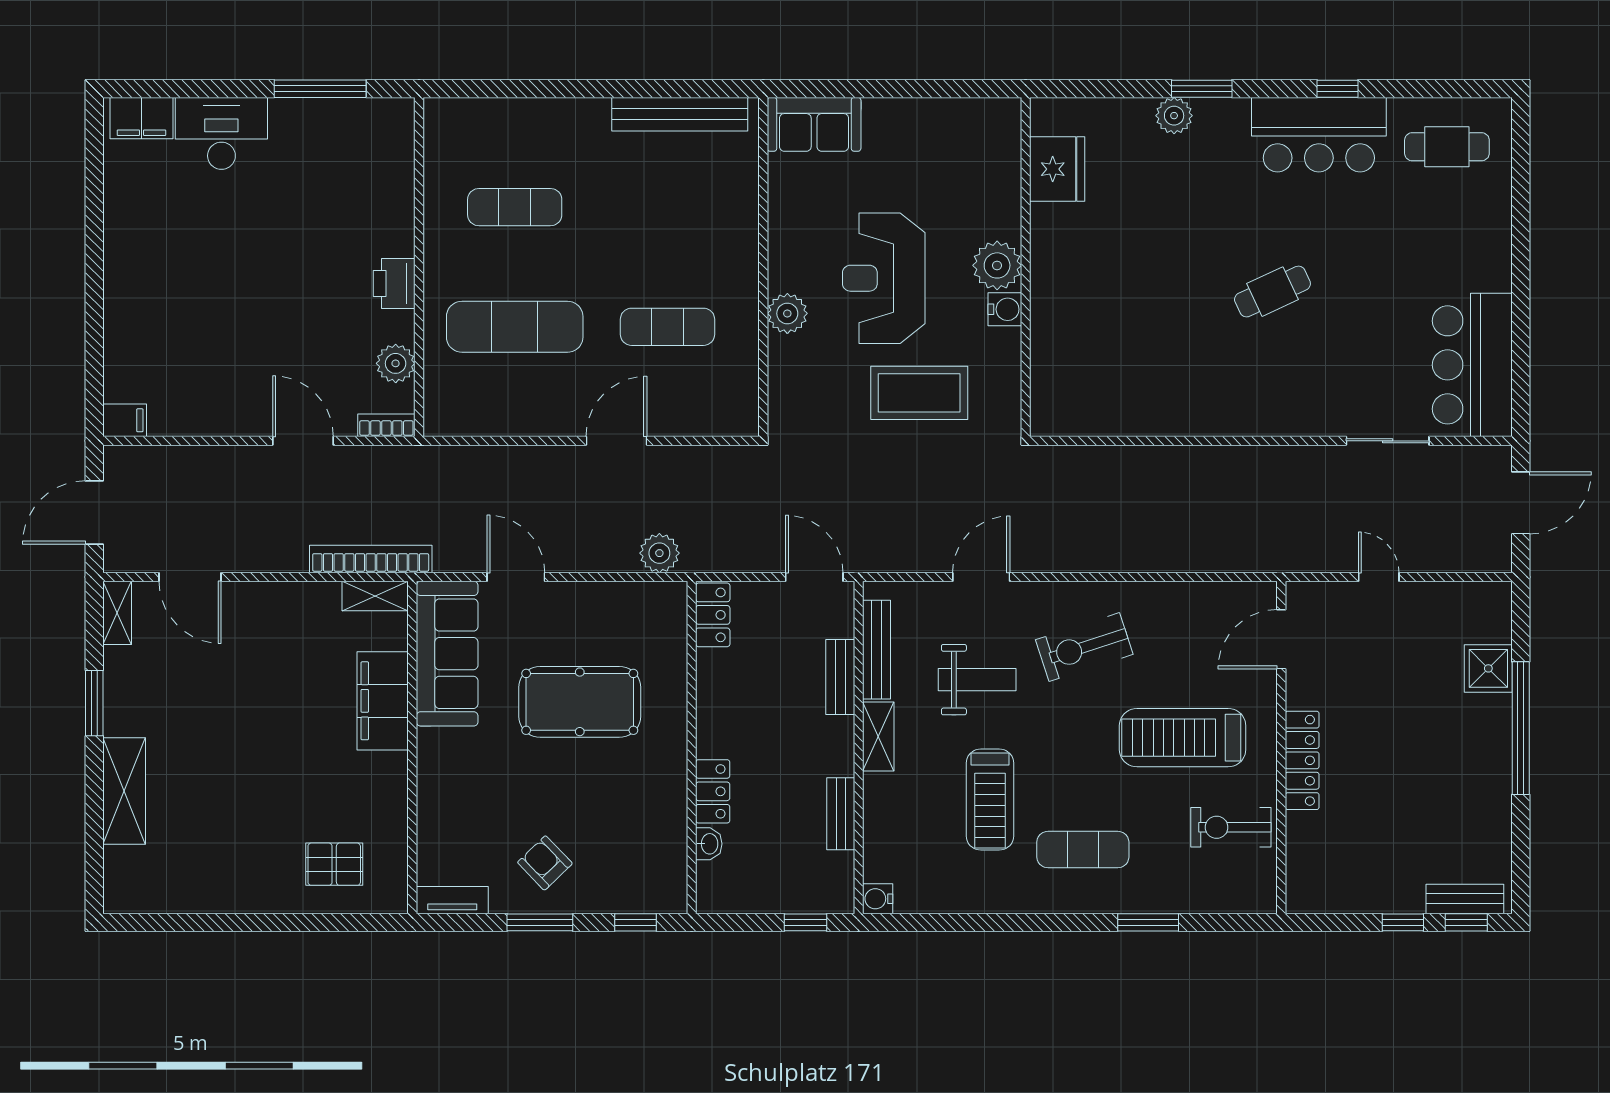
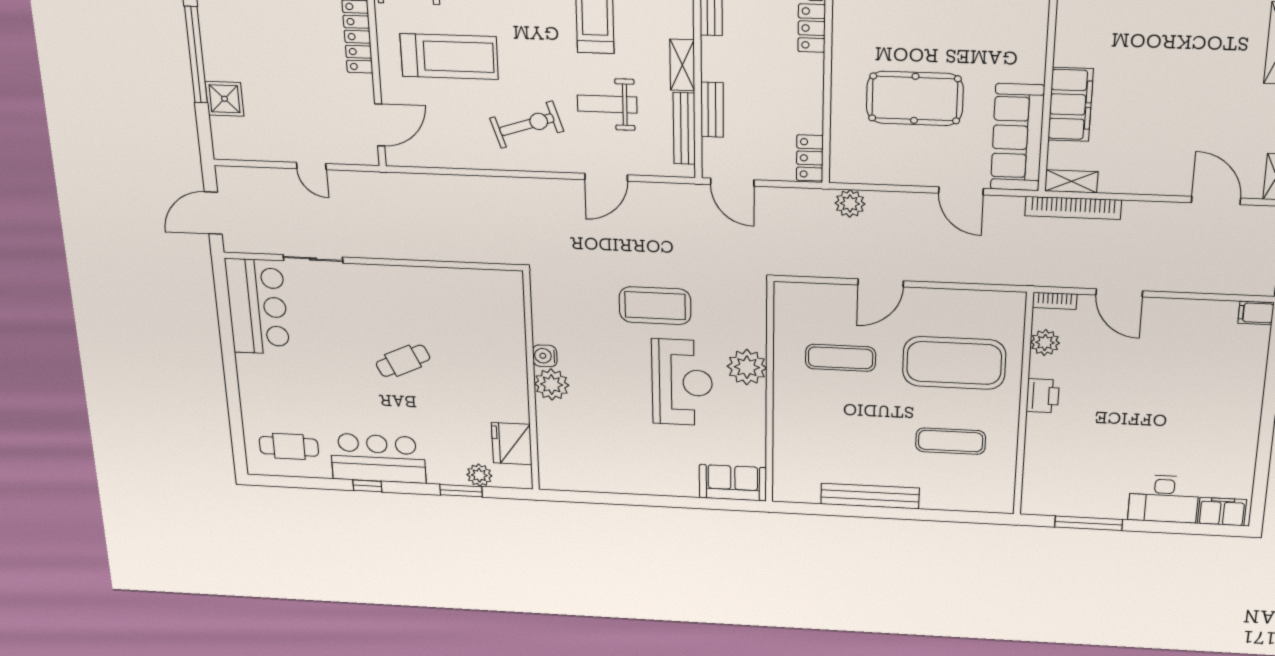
bench: (680, 114) -> (870, 496), moved
fridge: (1057, 169) -> (512, 444), moved
plant: (997, 265) -> (552, 385), moved
wall: (1026, 267) -> (531, 383), moved
water cooler: (1005, 309) -> (545, 356), moved
plant: (787, 313) -> (747, 367), width x1.36, depth x1.36
exercise mat: (515, 327) -> (954, 363), width x1.47

